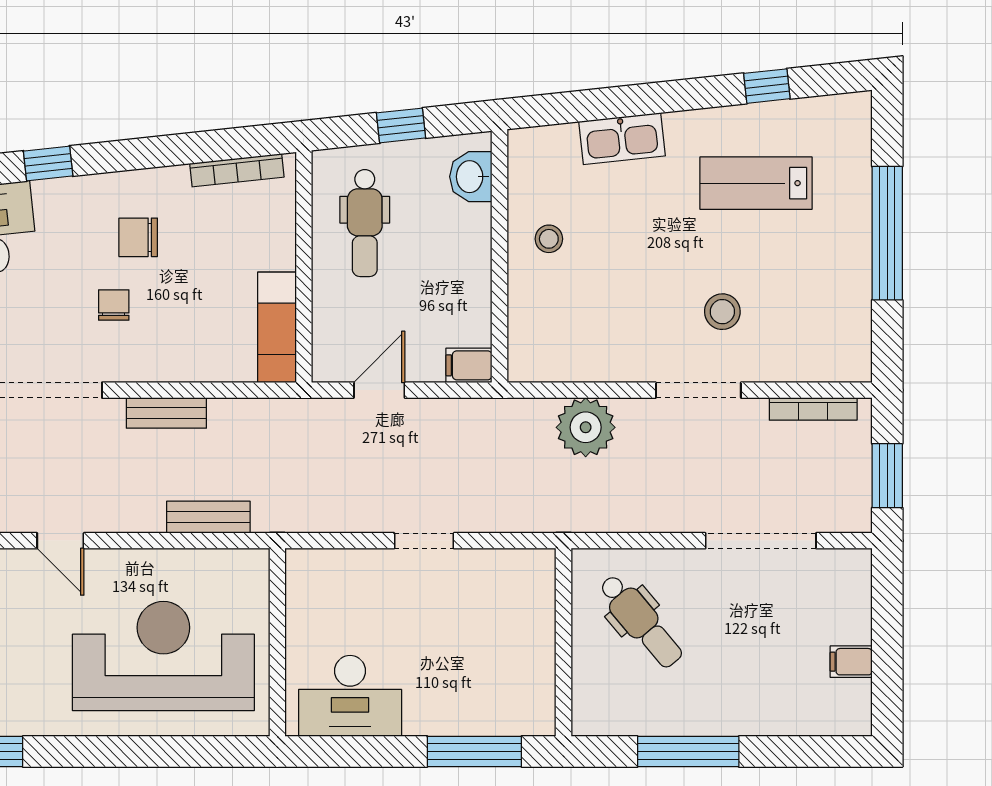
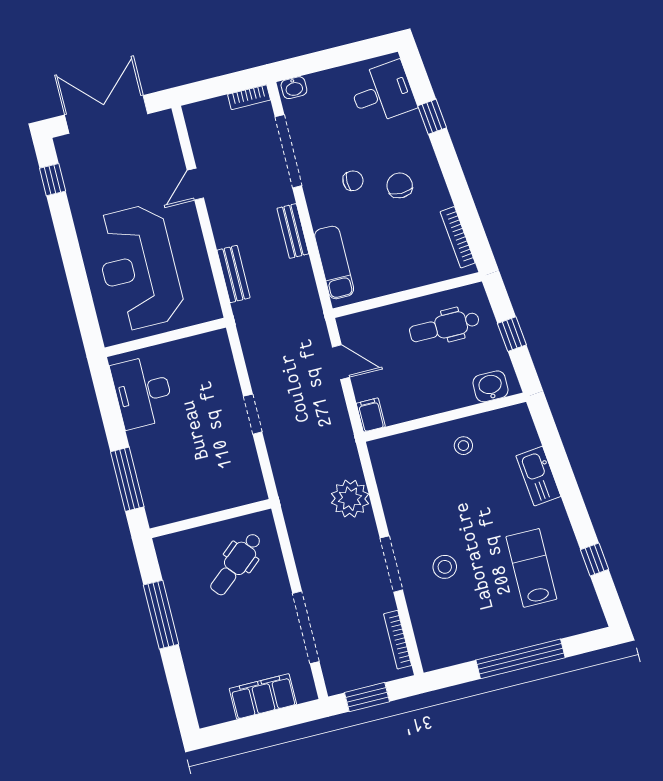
exam couch: (277, 327) -> (334, 262), moved, turned 90
reception desk: (163, 656) -> (139, 267), turned 180
filing cabinet: (851, 662) -> (263, 696), width x3.00, depth x1.17

